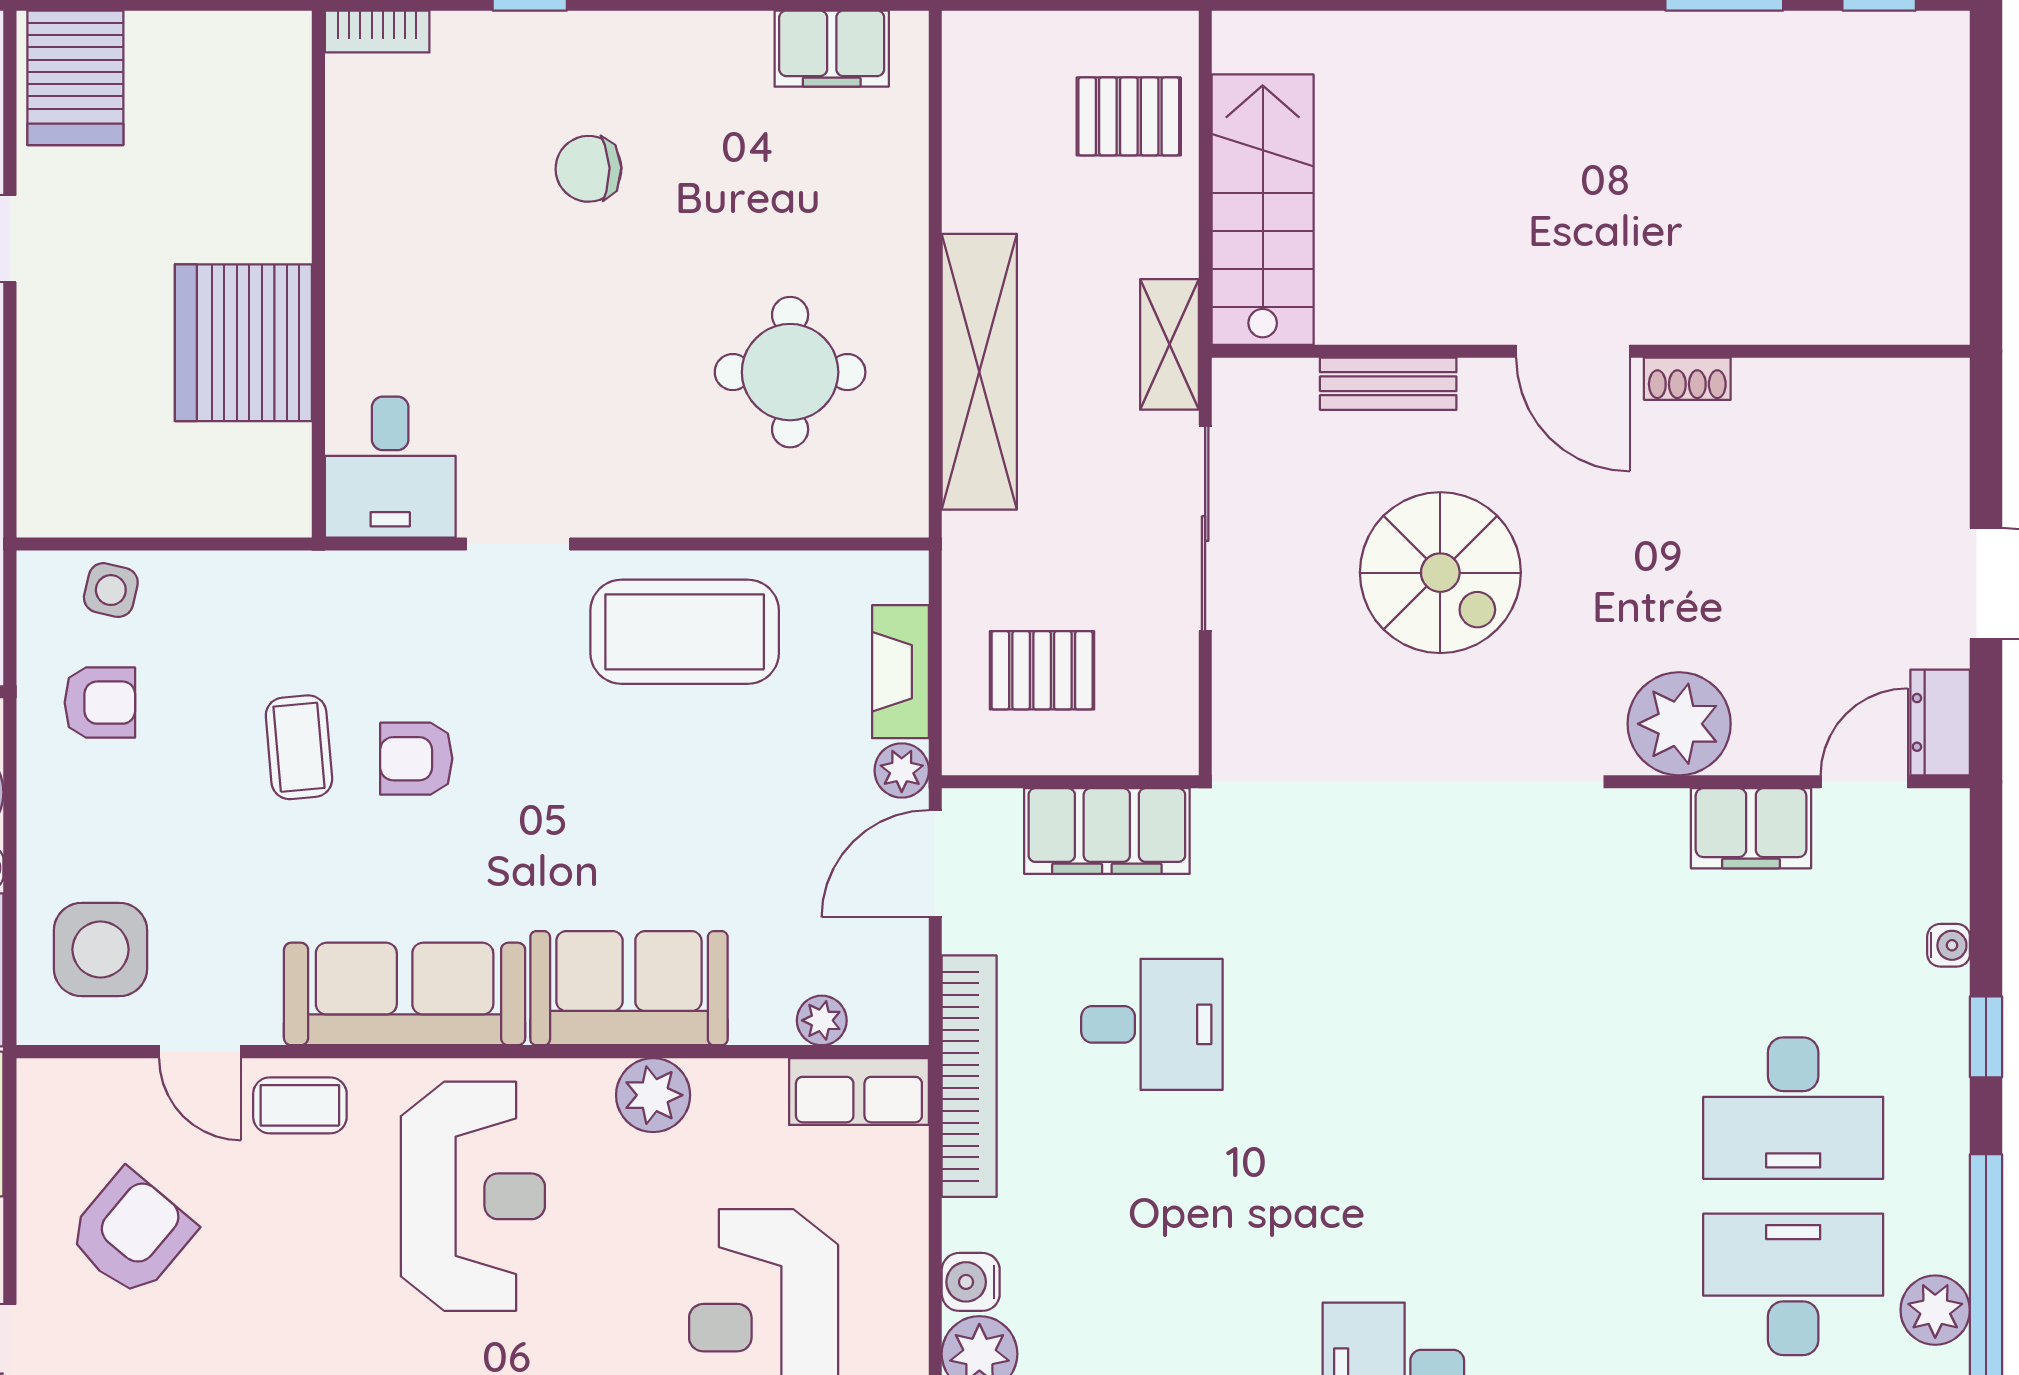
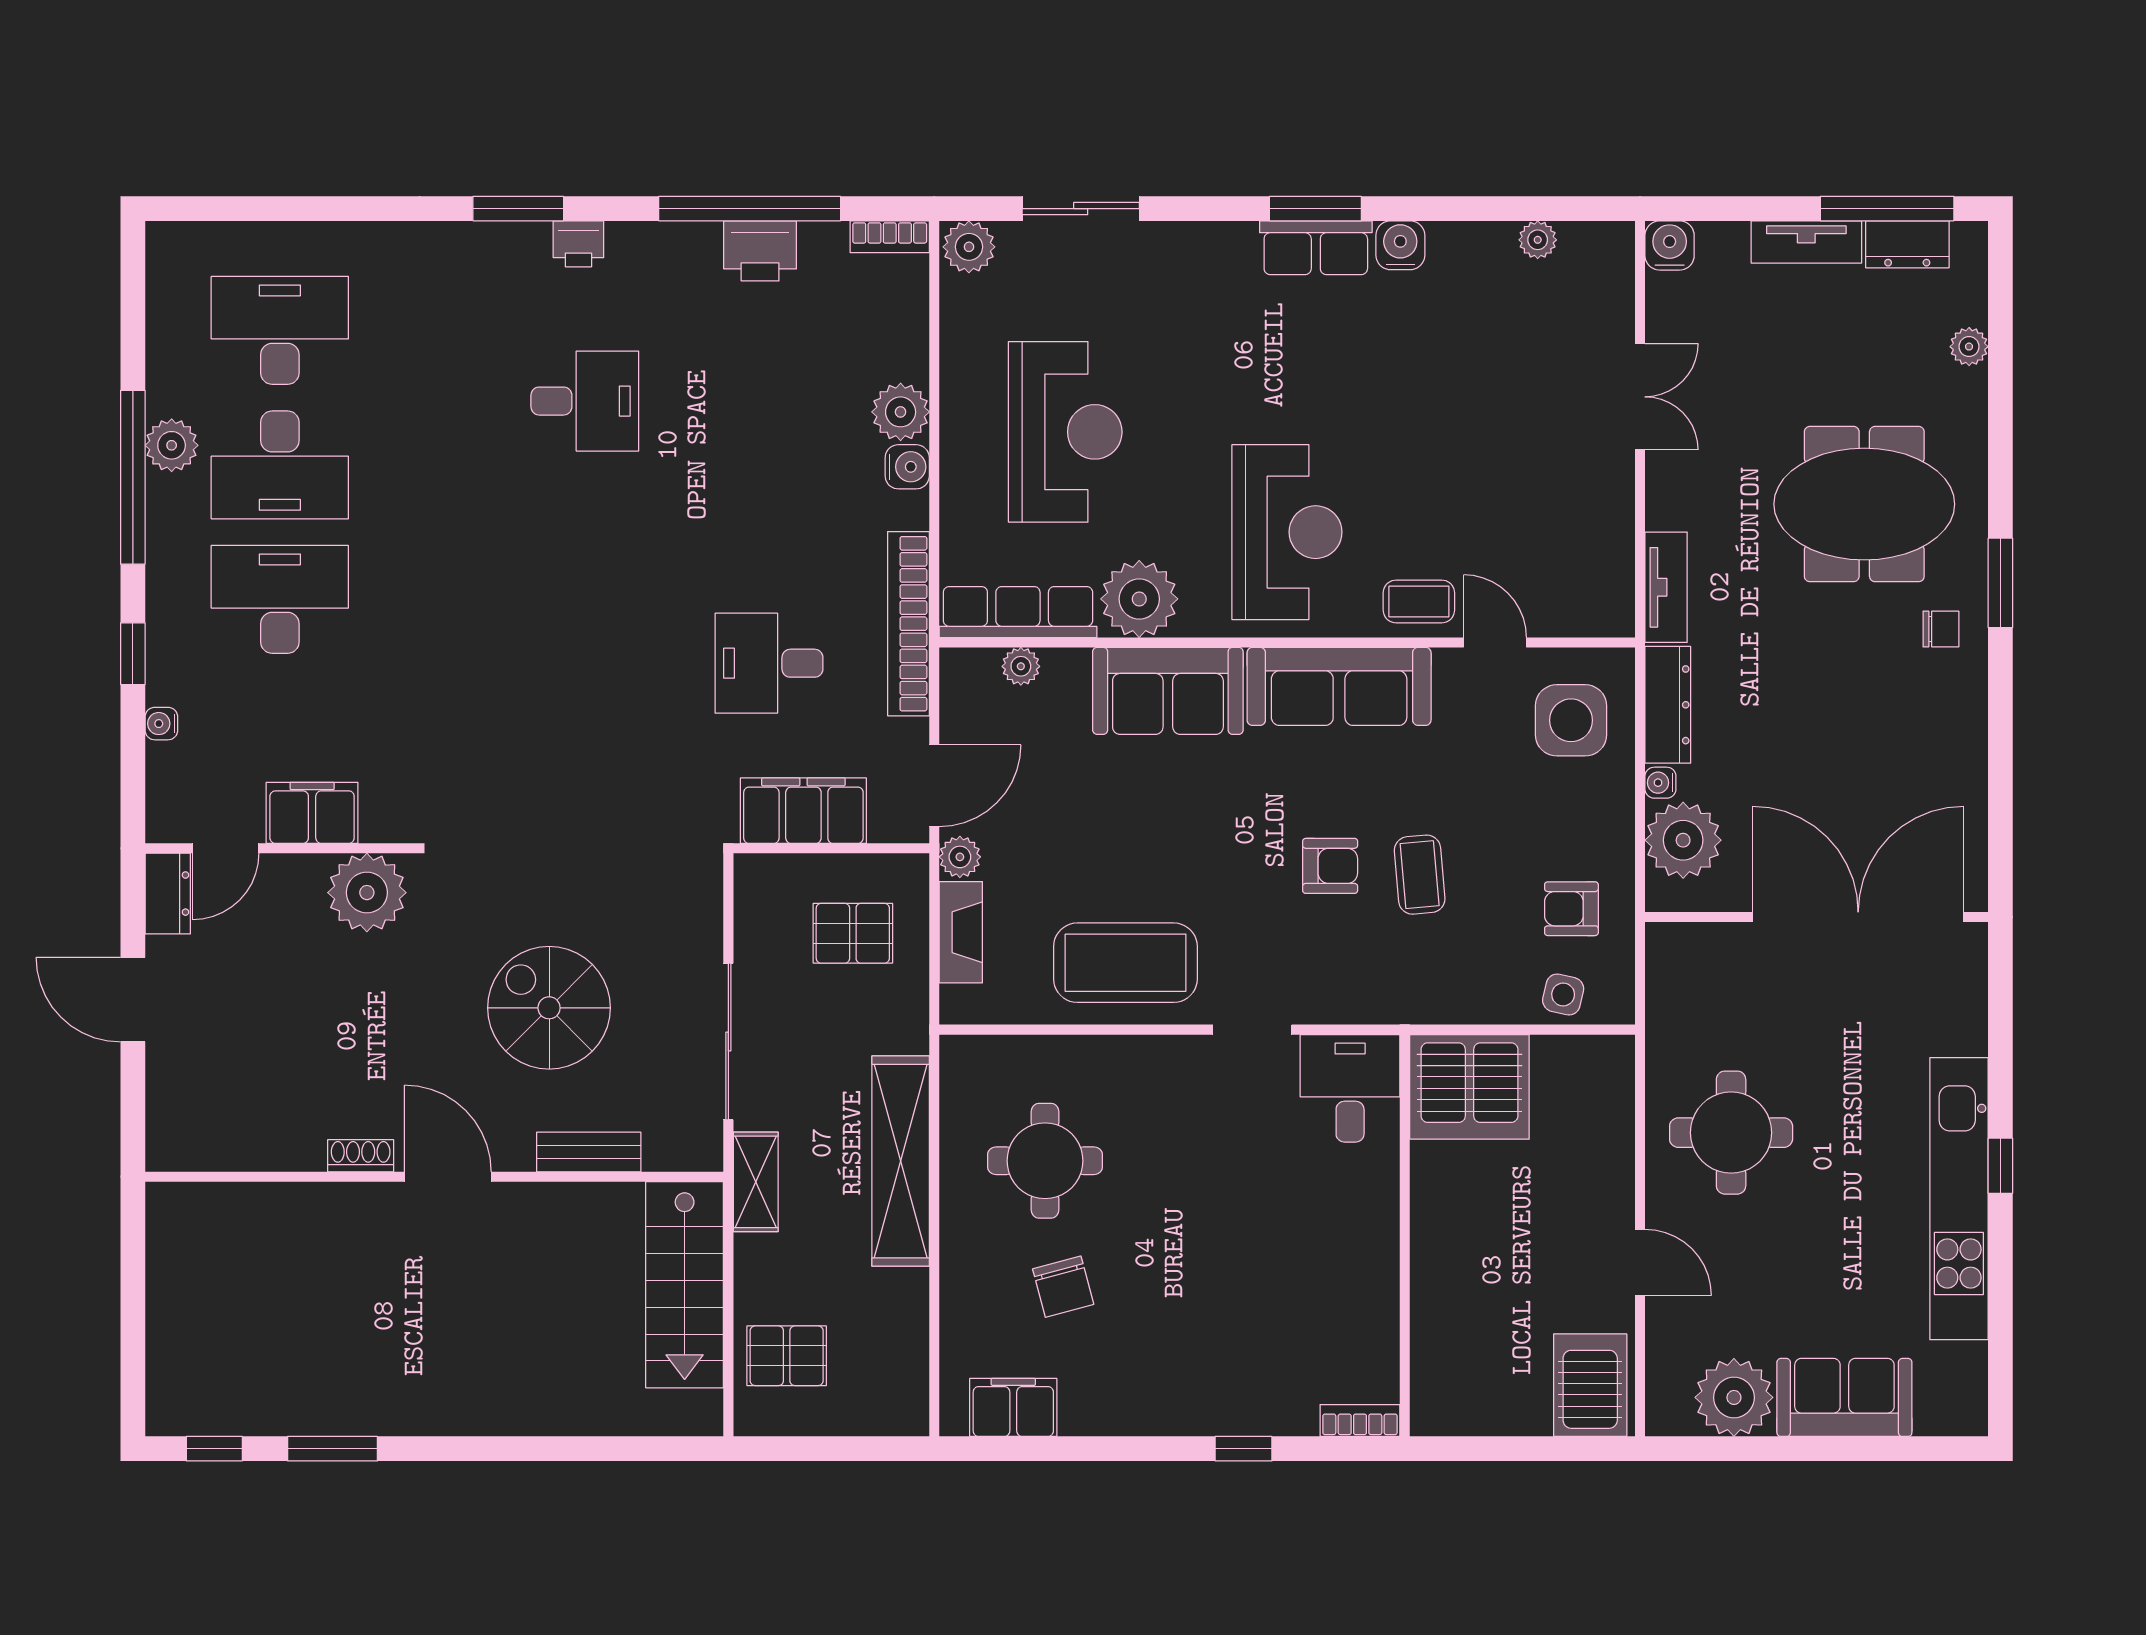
chair: (589, 169) -> (1063, 1287), moved, turned 77
server rack: (243, 343) -> (1469, 1087), moved, turned 90
row of seats: (859, 1092) -> (1018, 612), width x1.48
plant: (653, 1095) -> (1139, 599), width x1.36, depth x1.36
reception desk: (473, 1196) -> (1287, 532), turned 180
armchair: (131, 1233) -> (1548, 504), removed

